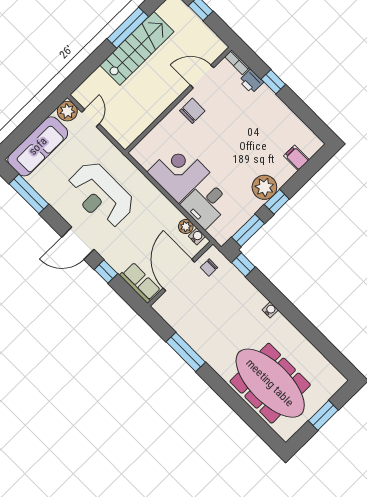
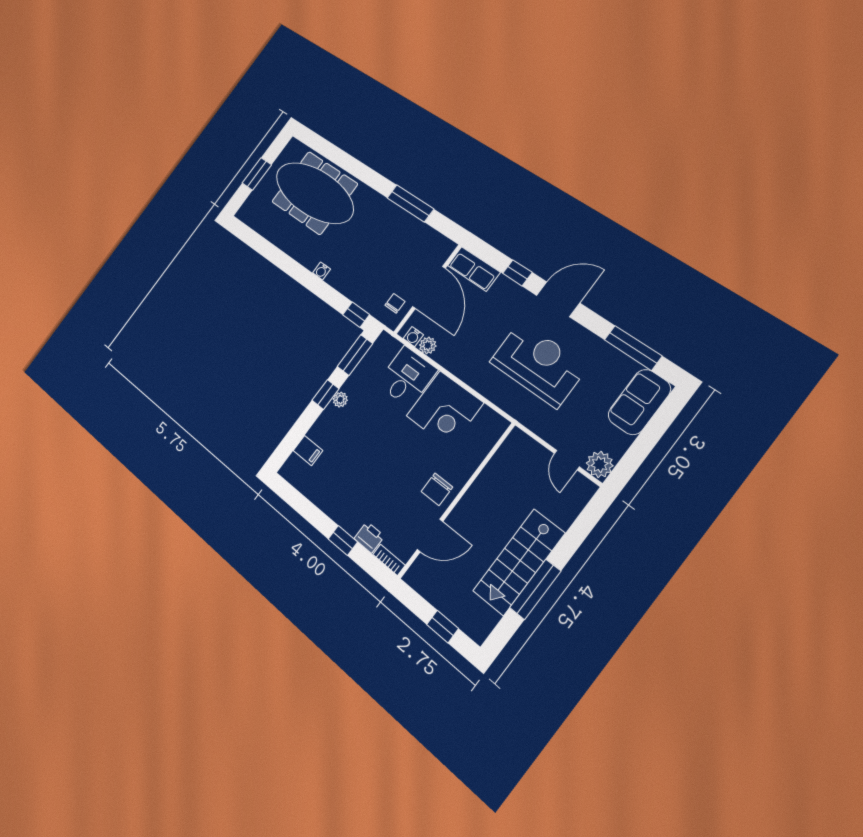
sofa: (38, 146) -> (639, 402), width x0.73
plant: (264, 187) -> (340, 400), width x0.53, depth x0.53

